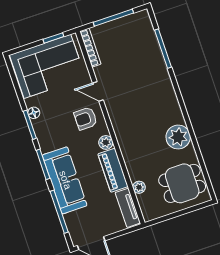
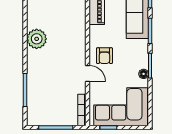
armchair: (86, 119) -> (104, 56), turned 90
plant: (178, 137) -> (37, 39), moved
plant: (106, 142) -> (95, 31), removed

